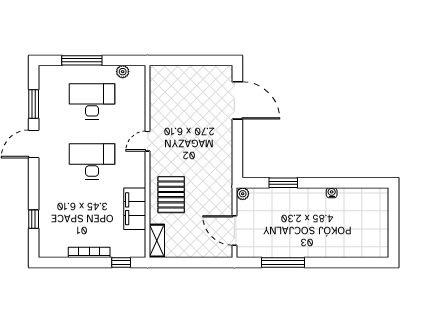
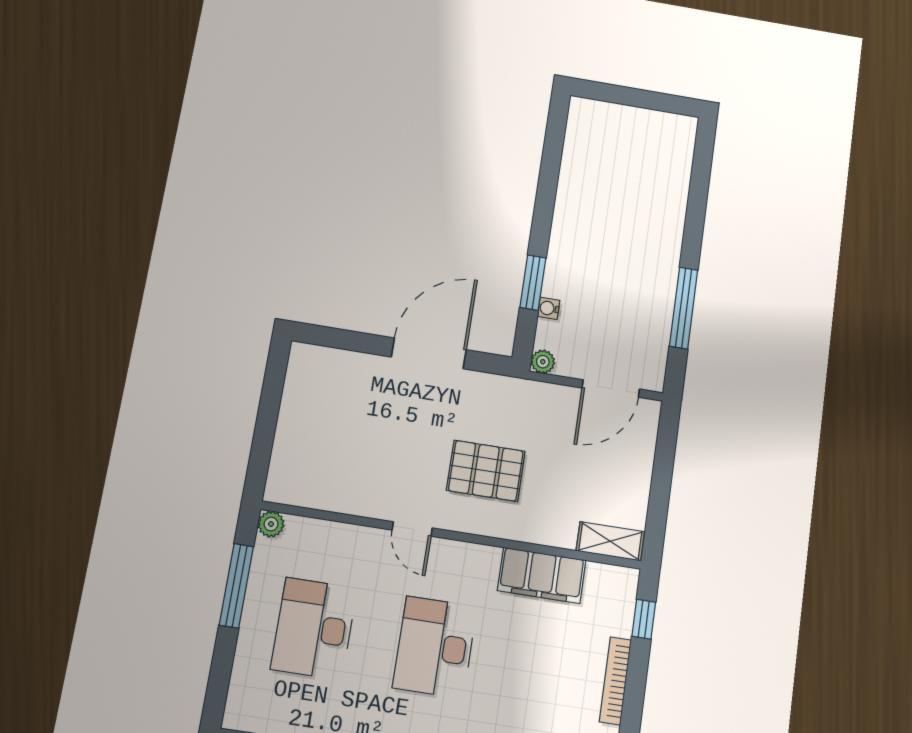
window: (82, 60) -> (236, 586), moved
plant: (123, 72) -> (271, 524), moved
door: (237, 100) -> (429, 353), moved
water cooler: (332, 193) -> (549, 308), moved
pallet: (171, 195) -> (486, 471), moved

